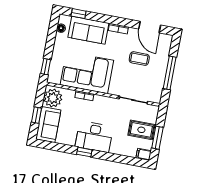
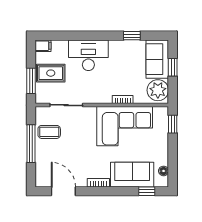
coffee table: (139, 59) -> (49, 132), moved
desk: (94, 137) -> (88, 55), moved
window: (157, 138) -> (31, 81), moved
window: (84, 152) -> (132, 36), moved

